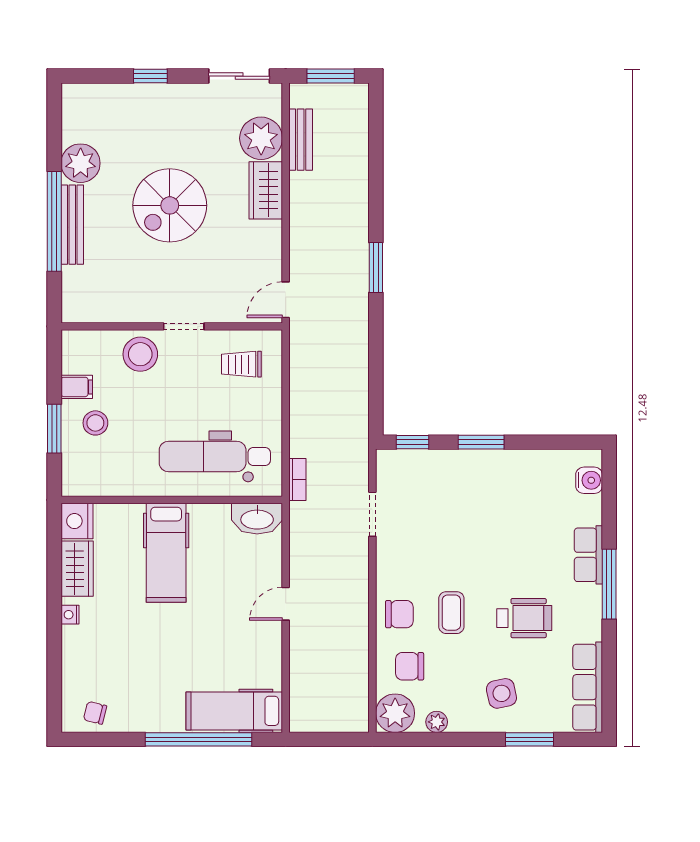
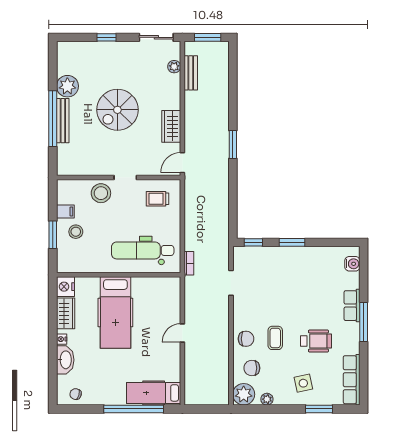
plant: (261, 138) -> (174, 67), width x0.53, depth x0.53
wardrobe: (266, 190) -> (171, 126), moved
washbasin: (257, 519) -> (65, 360), moved, turned -90
hospital bed: (166, 553) -> (115, 312), width x1.37, depth x1.29

